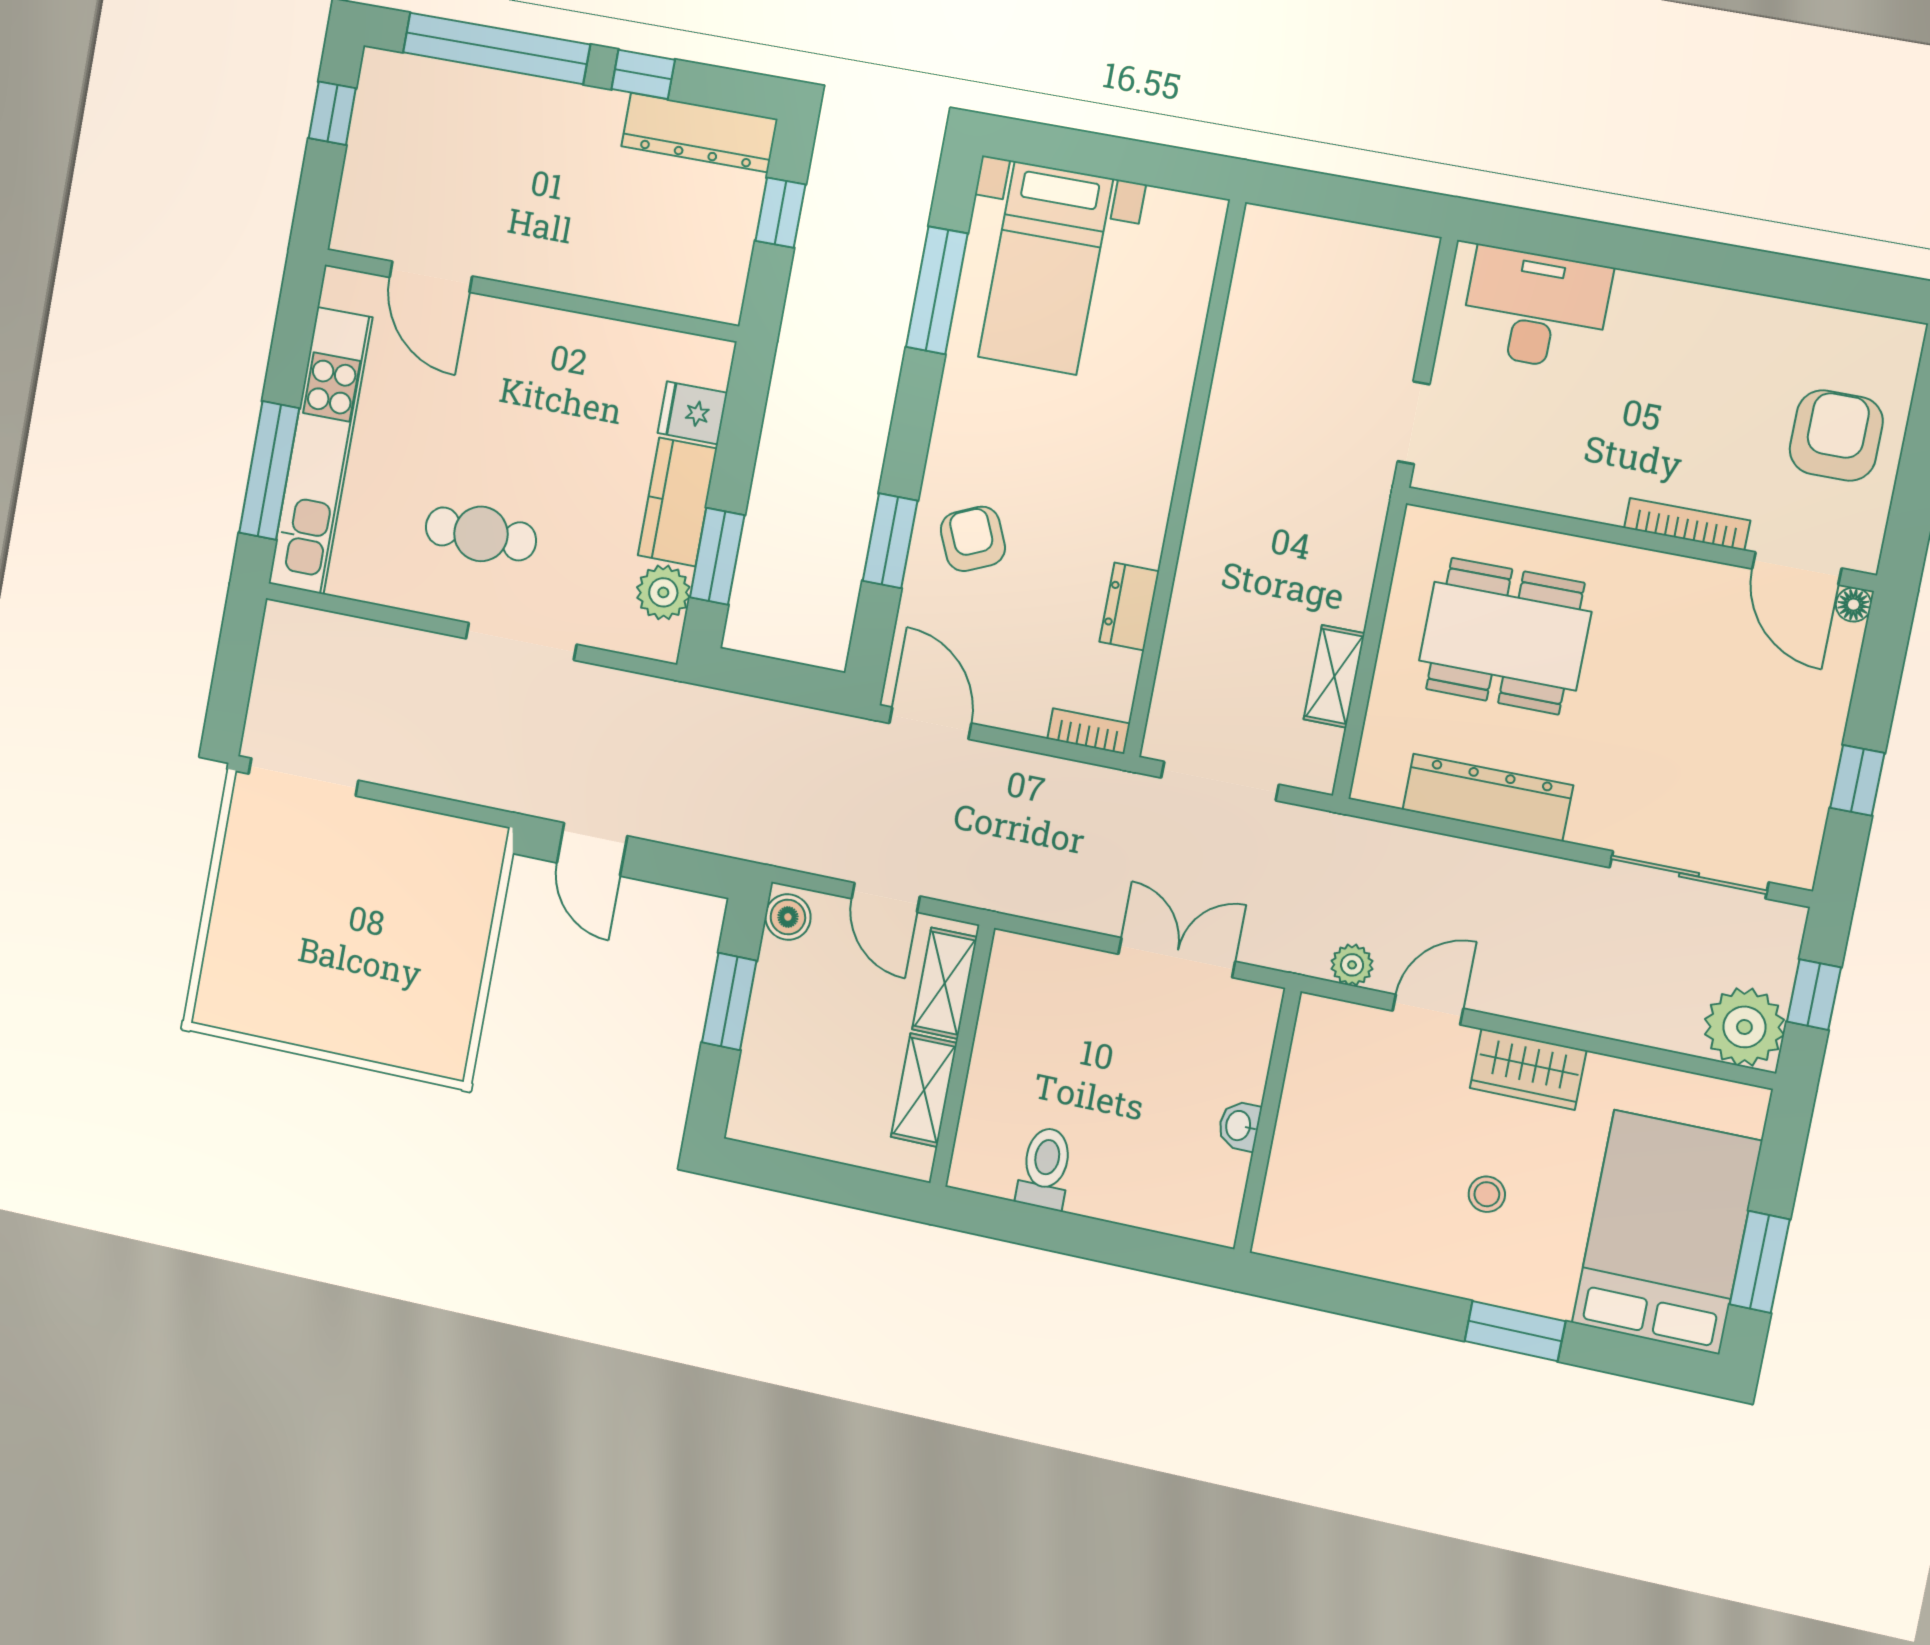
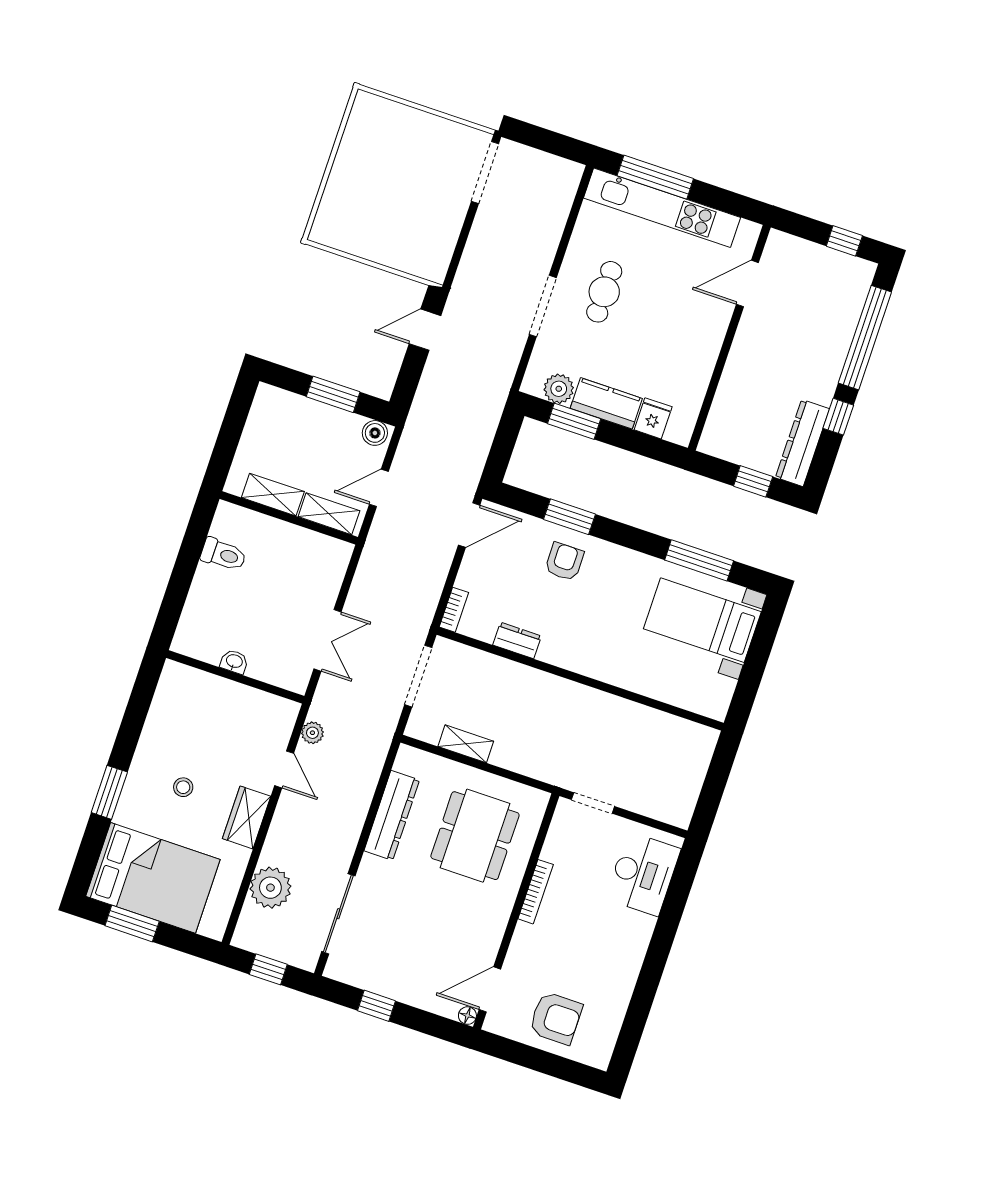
bookcase: (1687, 524) -> (536, 892), moved
armchair: (973, 539) -> (564, 562), turned -66
plant: (1744, 1027) -> (270, 888), moved

